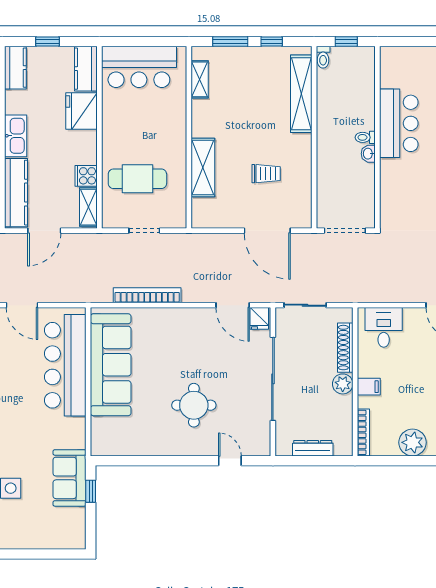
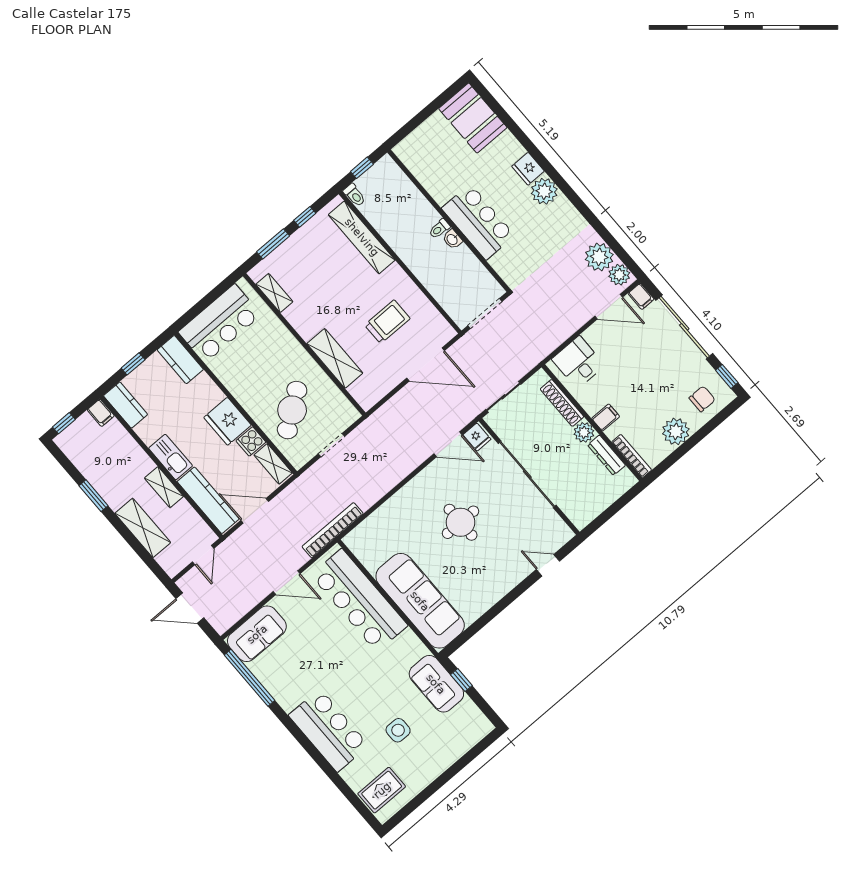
fridge: (82, 111) -> (227, 421), moved
bar counter: (399, 123) -> (478, 222), moved
trolley: (266, 174) -> (387, 322), width x1.36, depth x1.39
cafe table: (137, 179) -> (292, 410), turned -36
door: (44, 231) -> (255, 511), swing flipped
bookcase: (147, 295) -> (333, 530), moved
sofa: (111, 365) -> (420, 601), moved
round table: (194, 405) -> (461, 522), moved
dresser: (313, 448) -> (606, 455), moved, turned -90

